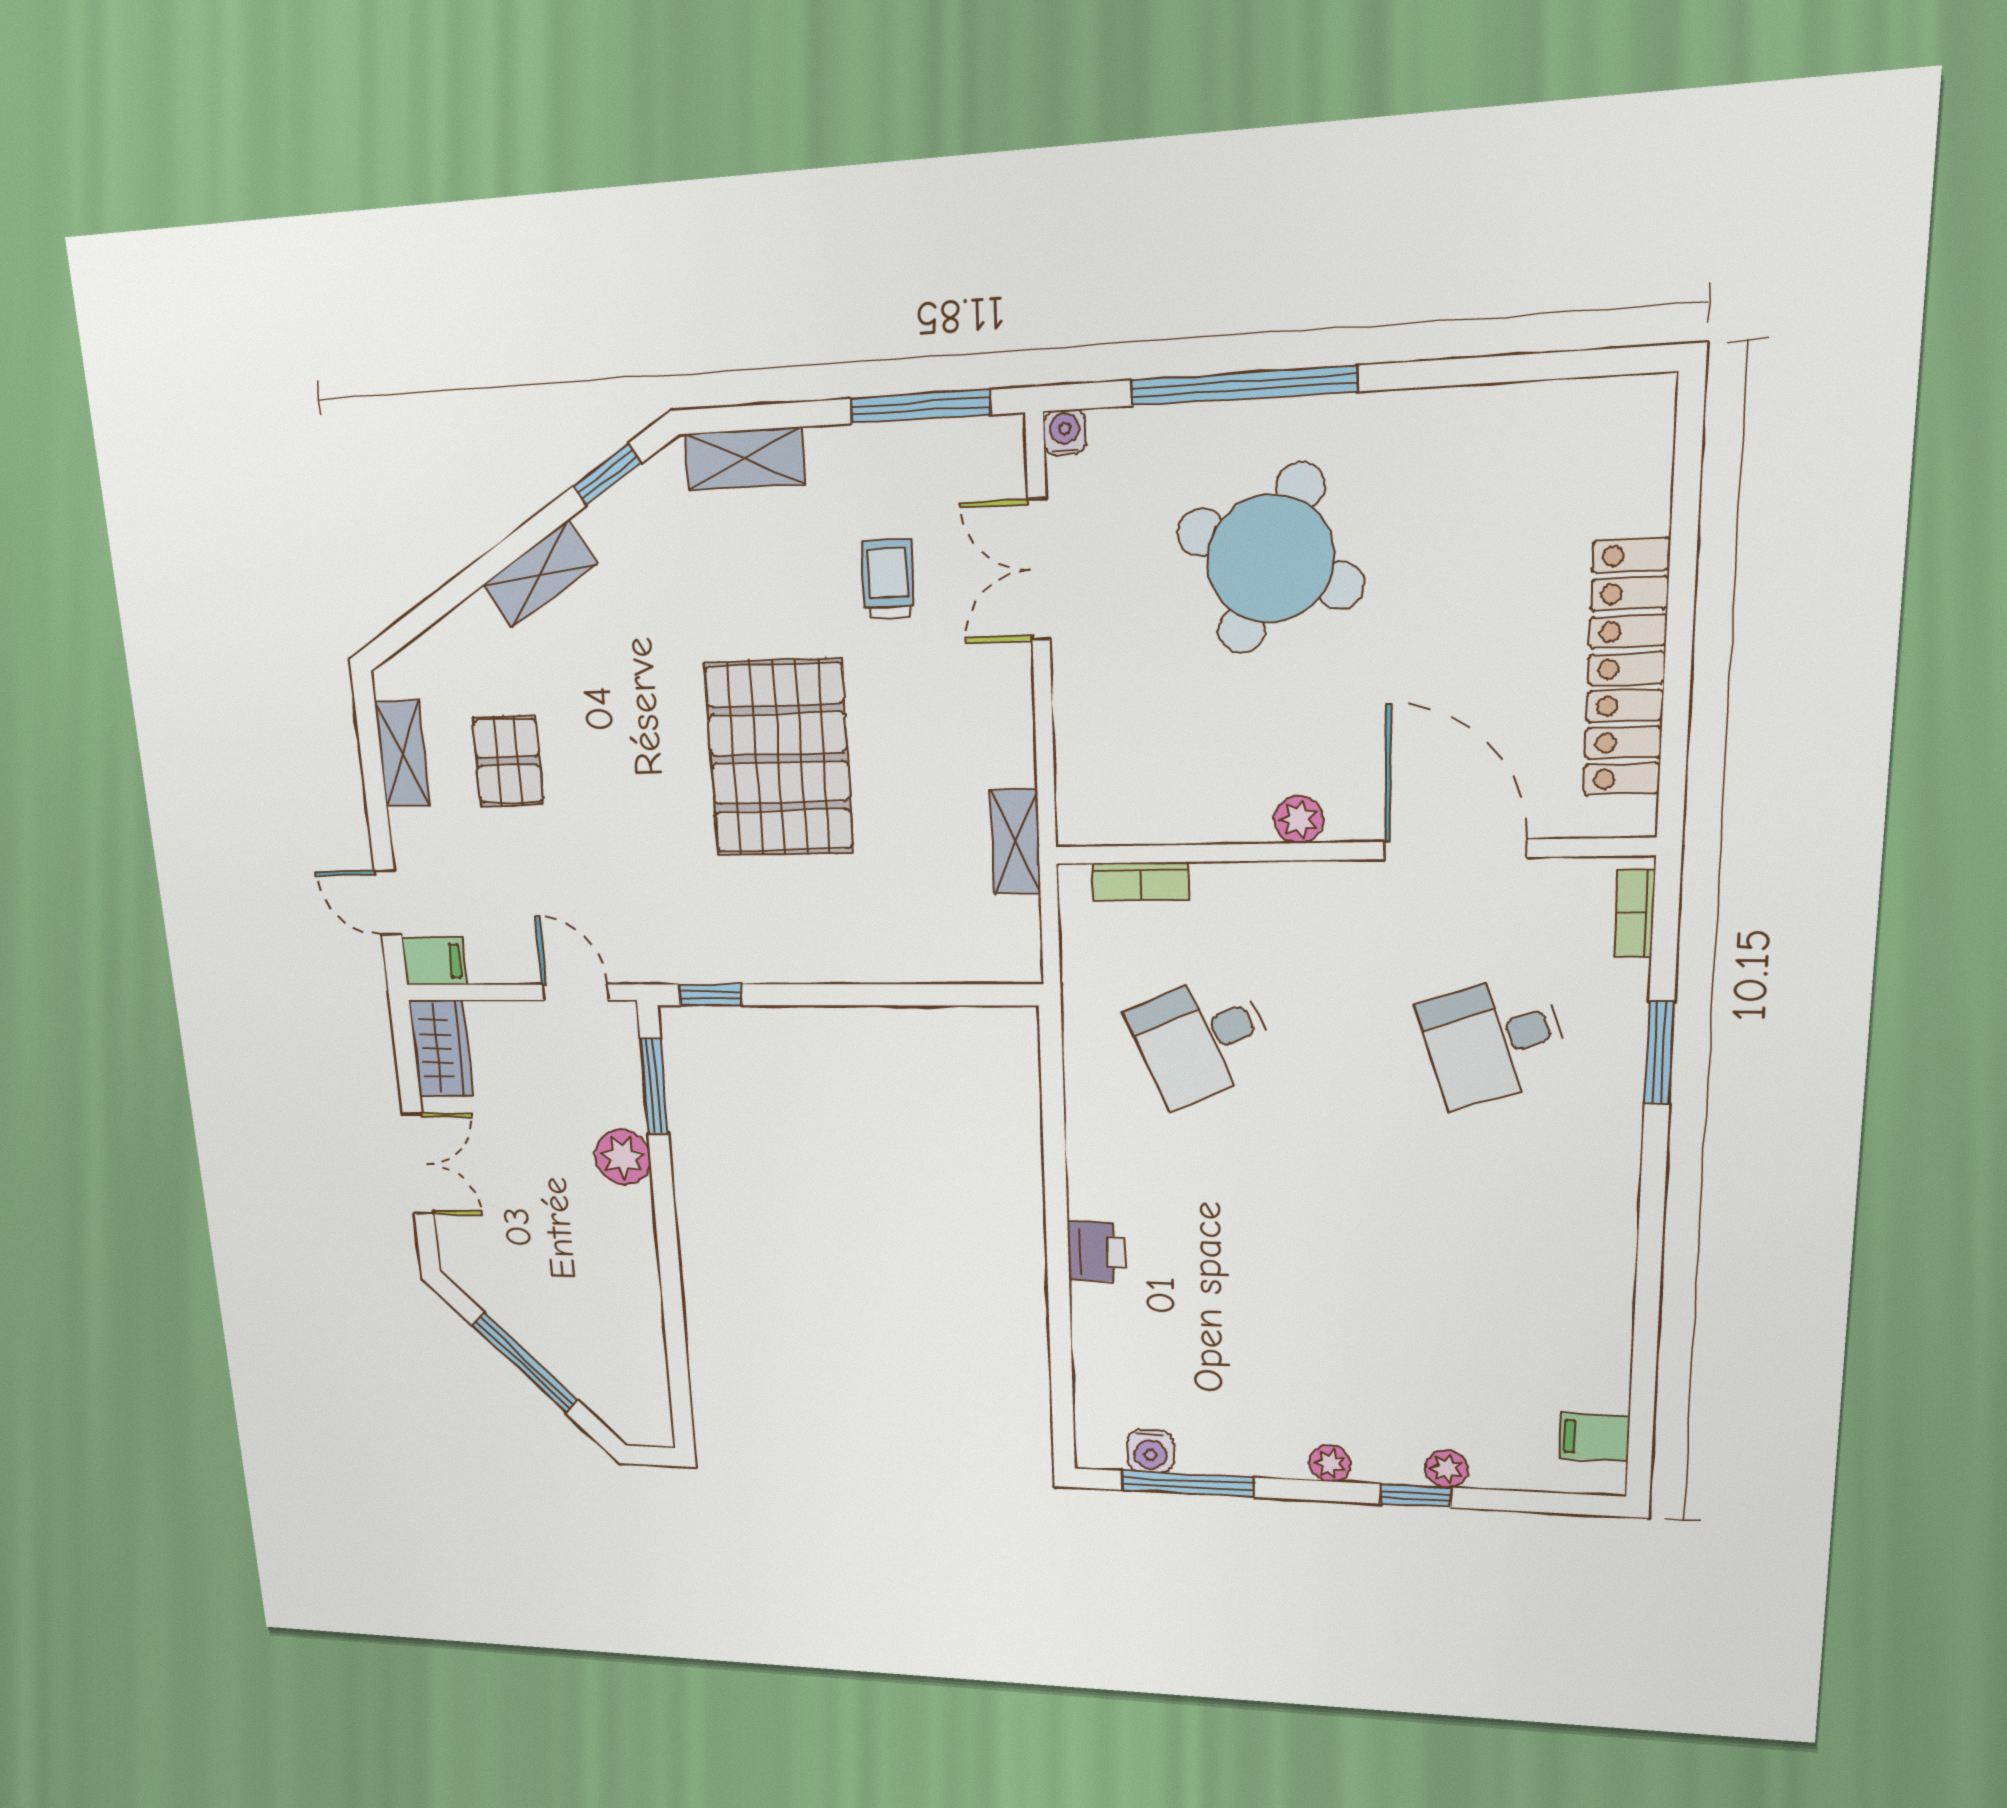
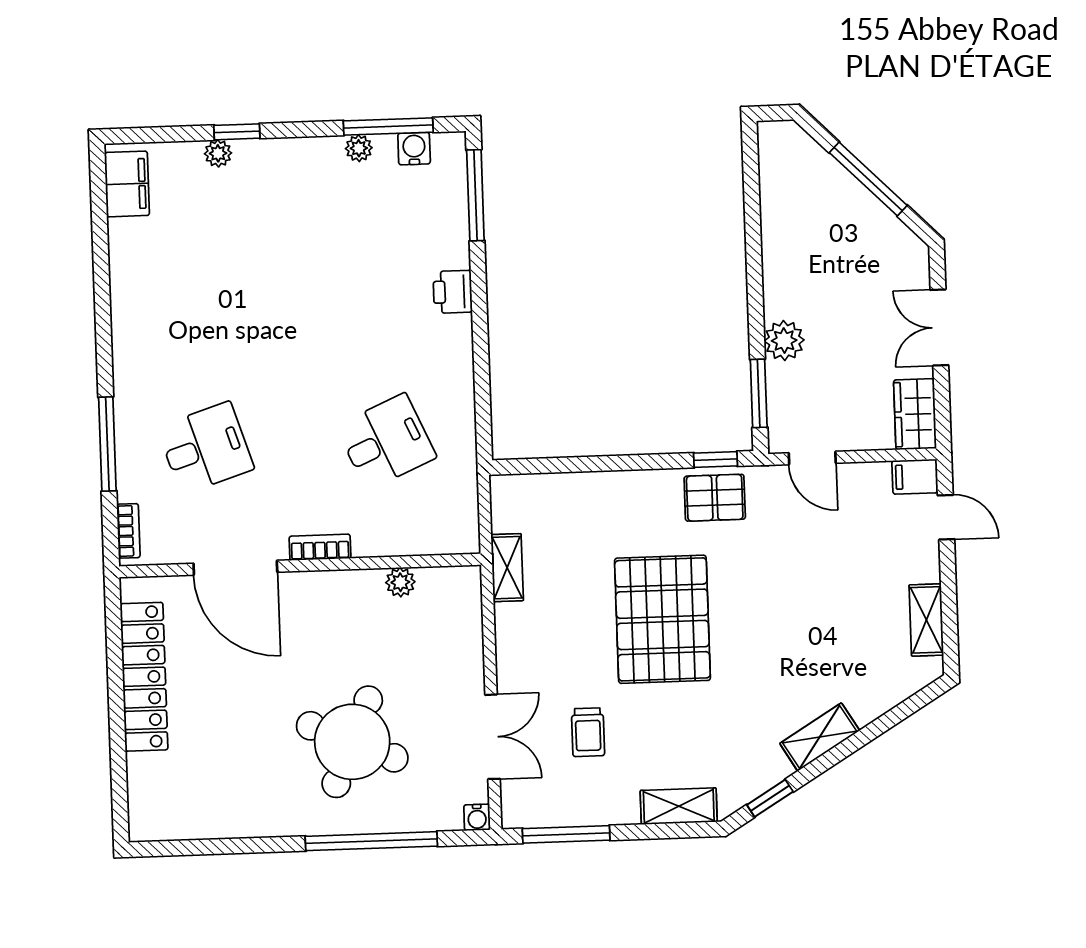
pallet: (508, 761) -> (715, 498), moved, turned 90
plant: (1299, 819) -> (400, 582), moved
bookcase: (1140, 882) -> (320, 547), moved
window: (1659, 1053) -> (107, 444), width x1.44
window: (1062, 1382) -> (475, 195), added
filing cabinet: (1594, 1437) -> (127, 184), width x2.00
plant: (1330, 1463) -> (359, 148), moved

